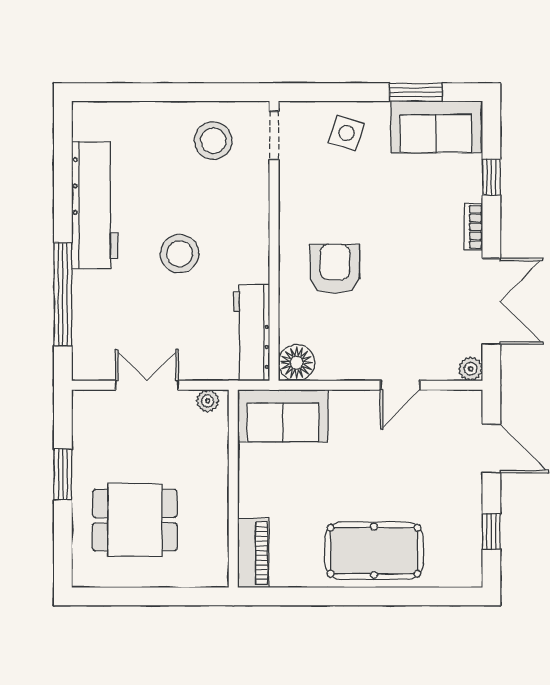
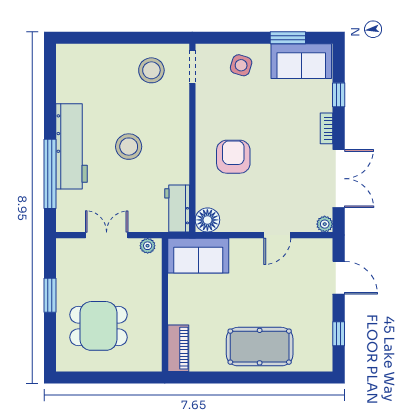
workbench: (95, 205) -> (71, 146), moved
workbench: (252, 332) -> (177, 208), width x0.73

